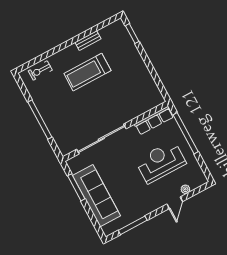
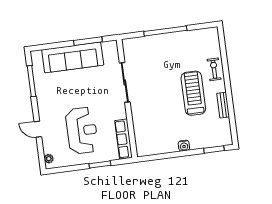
water cooler: (139, 62) -> (184, 146), added
exercise bike: (40, 70) -> (214, 69), moved
window: (186, 133) -> (100, 164), width x0.47
sliding door: (101, 139) -> (125, 82), width x0.73
plant: (185, 189) -> (49, 159), moved

